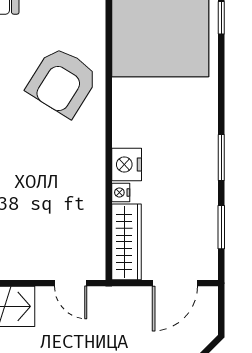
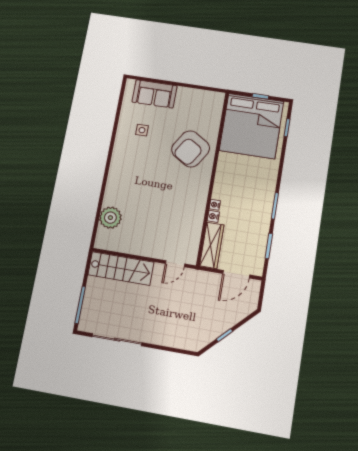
nightstand: (127, 165) -> (215, 205), width x0.53, depth x0.56
door: (71, 283) -> (175, 264), hinge flipped

